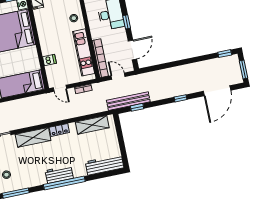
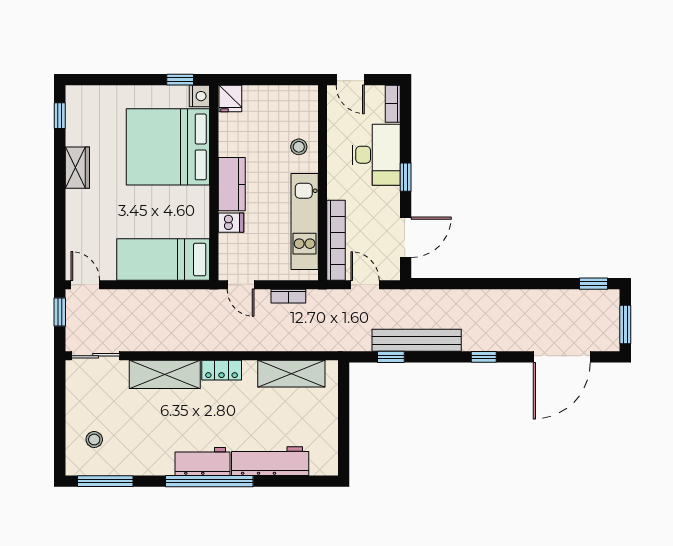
kitchen counter: (46, 42) -> (232, 184), added
bench: (128, 101) -> (417, 340), moved
workbench: (105, 165) -> (270, 461), moved

